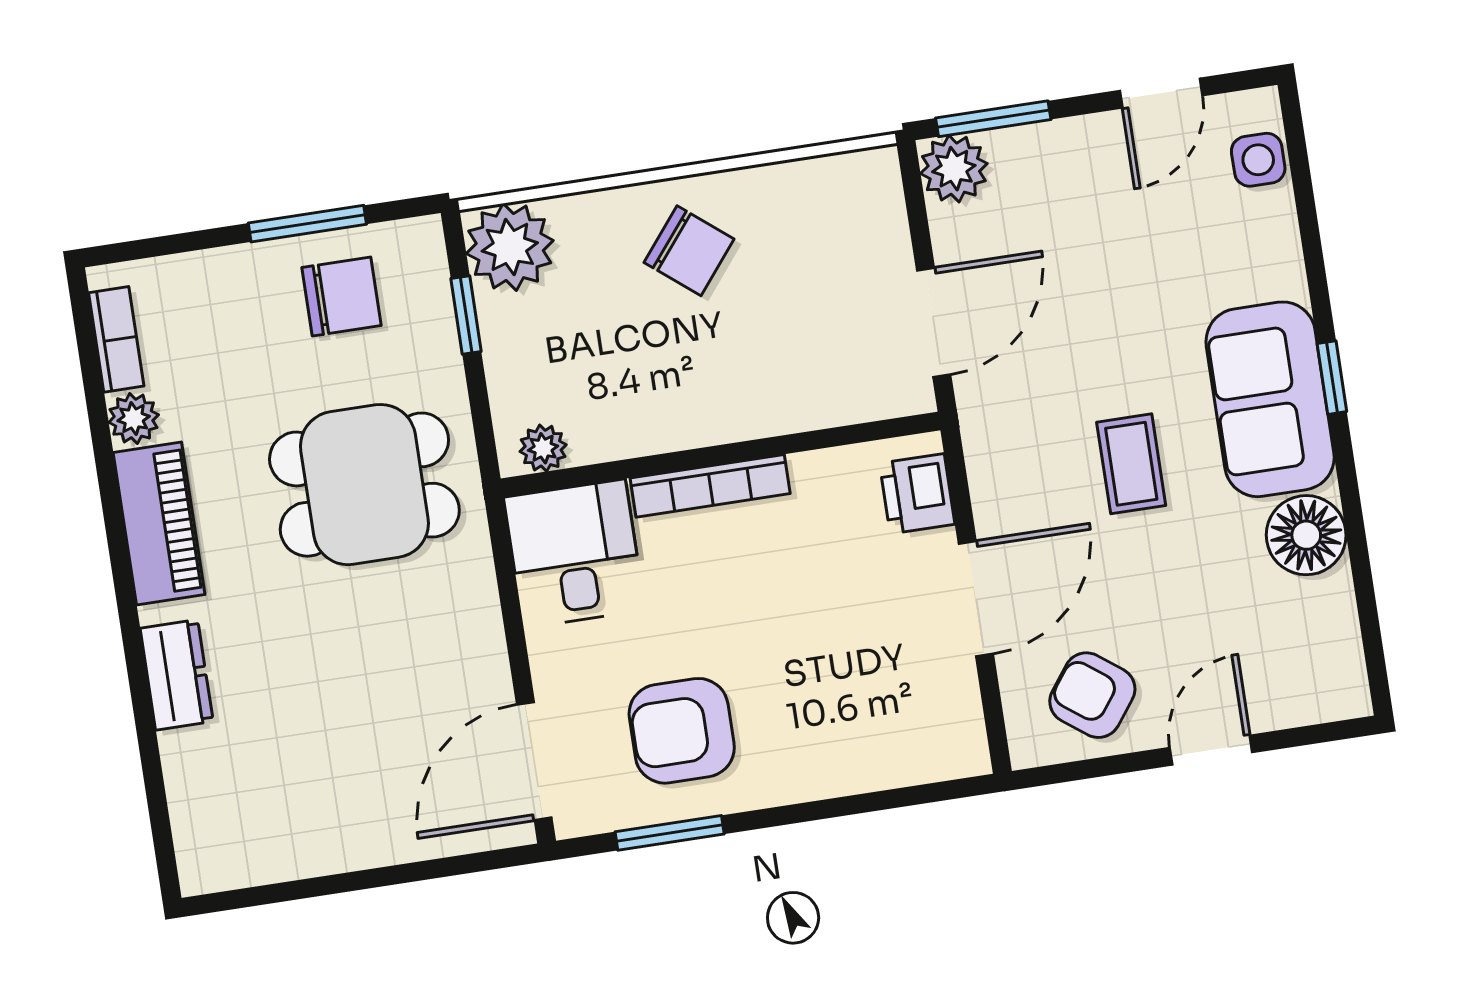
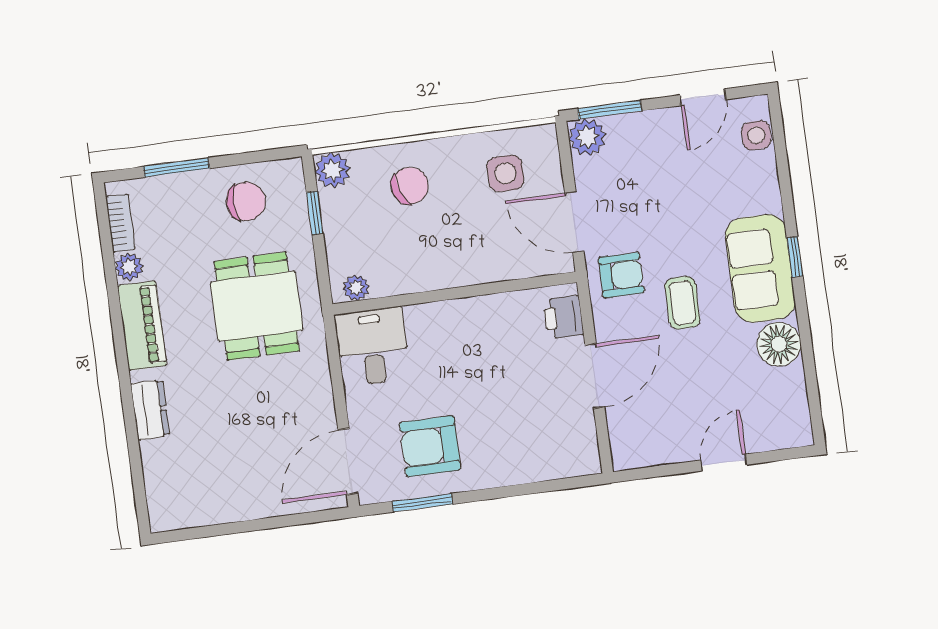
window: (307, 224) -> (176, 168), moved
side table: (808, 237) -> (505, 173), added
plant: (510, 247) -> (332, 170), width x0.73, depth x0.73
chair: (689, 251) -> (410, 186), moved, turned -59
door: (934, 322) -> (574, 222), swing flipped
dining table: (364, 485) -> (257, 306), turned 90
bookcase: (710, 486) -> (448, 310), removed
armchair: (1092, 695) -> (621, 275), moved, turned 143

